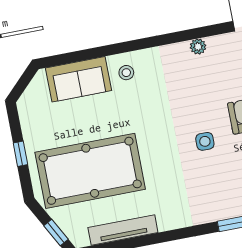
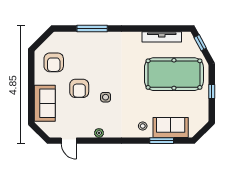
window: (89, 54) -> (162, 141), added
side table: (205, 141) -> (106, 97), moved

